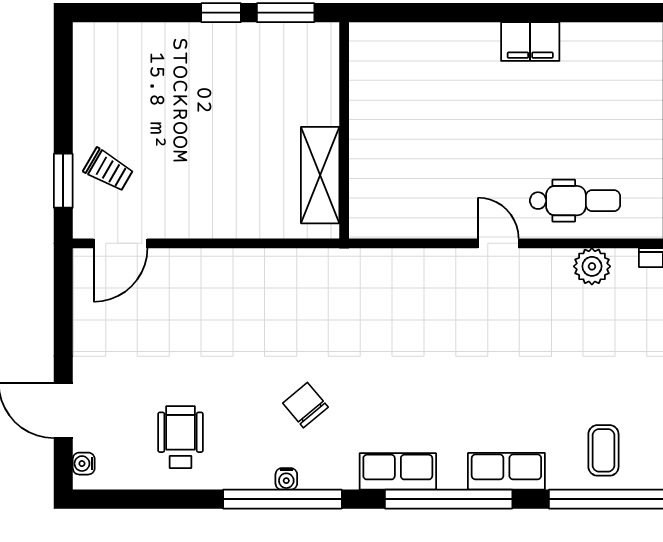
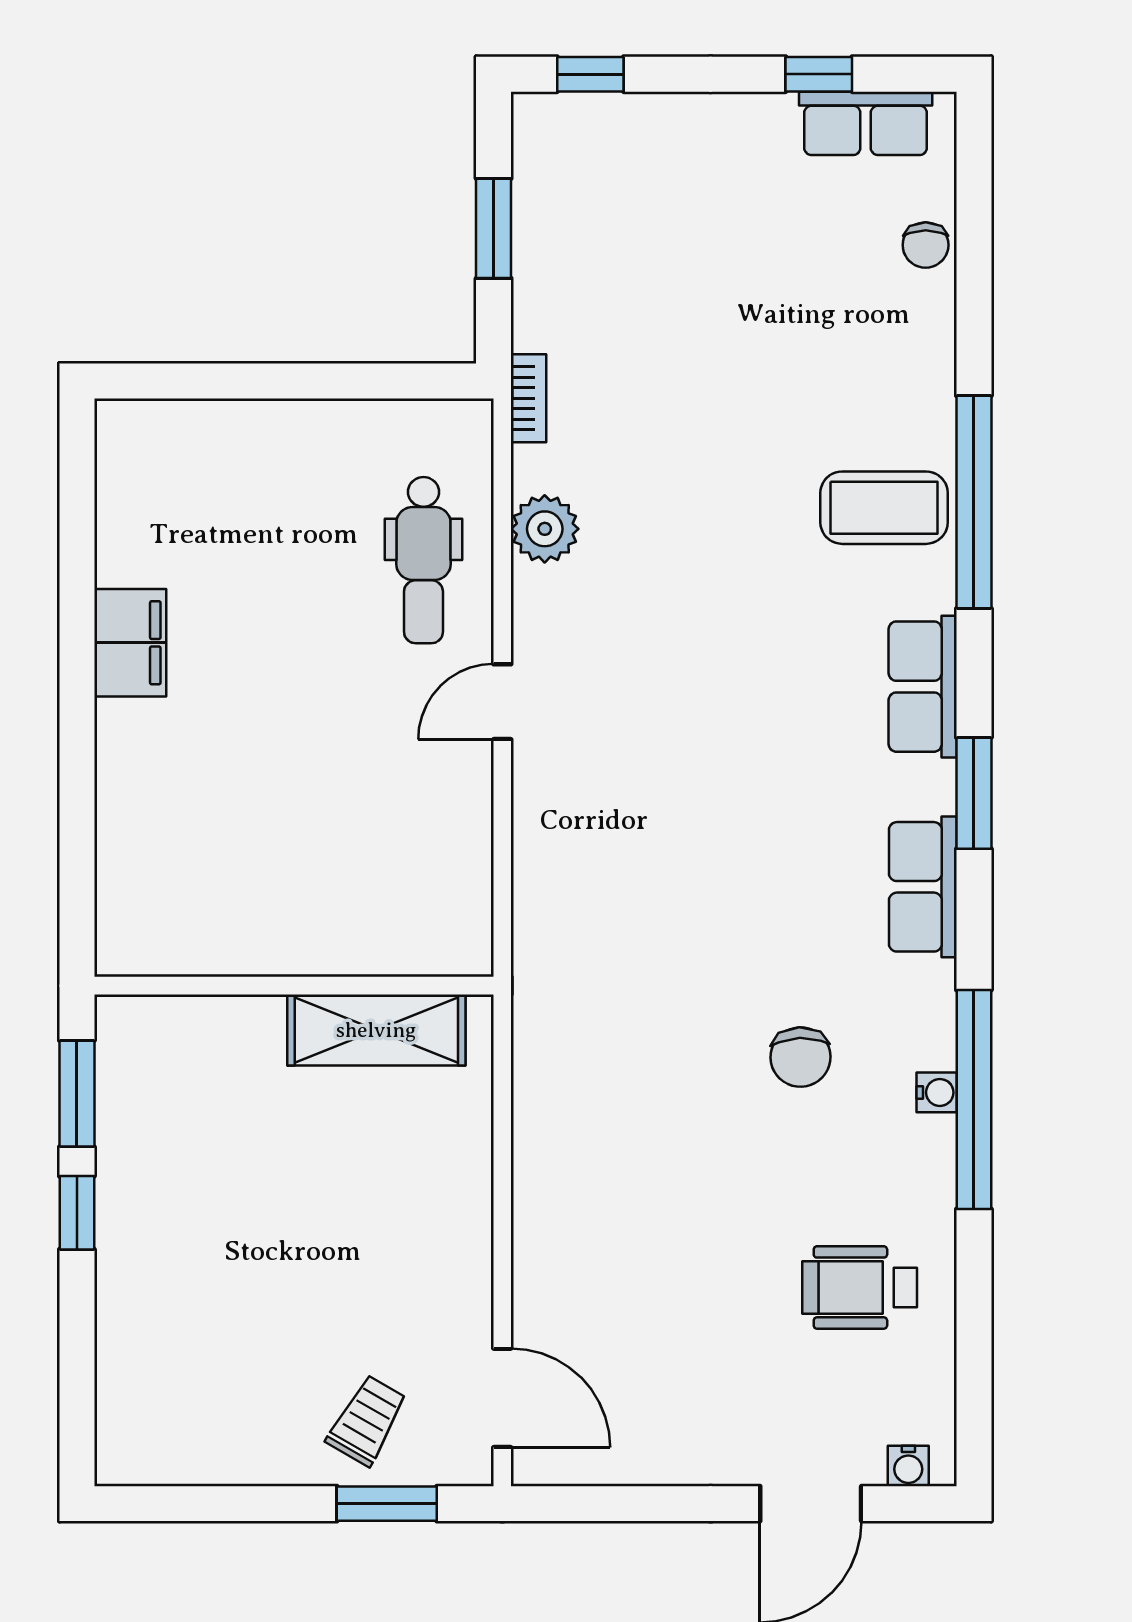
dental chair: (575, 201) -> (423, 560), turned 180
chair: (305, 405) -> (800, 1057), turned -52
coffee table: (603, 450) -> (884, 508), width x1.36, depth x1.30
window: (449, 499) -> (974, 793), width x0.47

